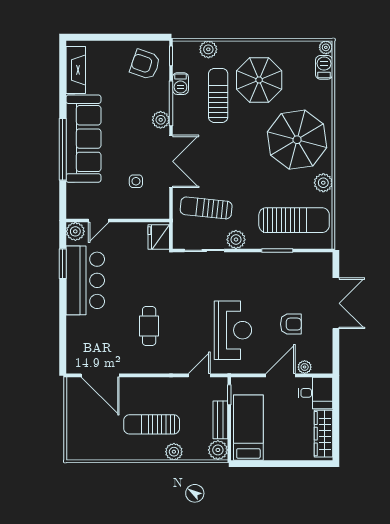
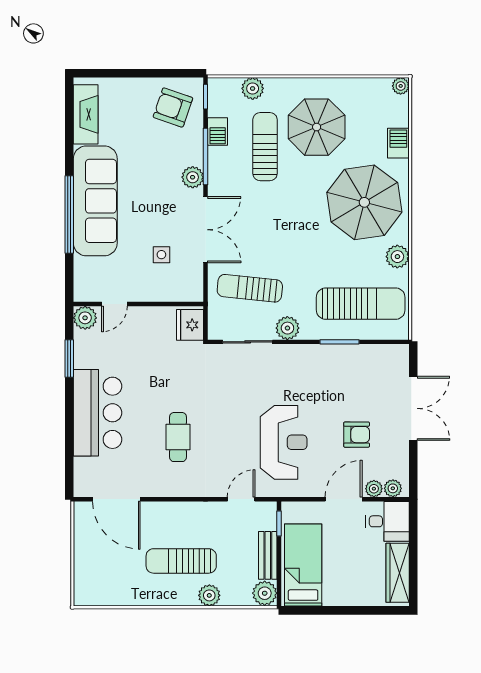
barbecue: (324, 67) -> (398, 143), moved
bar counter: (85, 280) -> (98, 413), moved
plant: (320, 367) -> (393, 488), added

